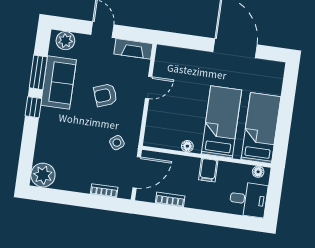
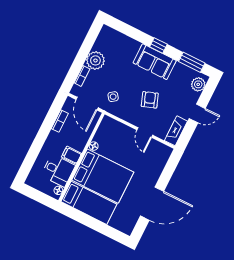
window: (38, 72) -> (192, 62), moved
sofa: (58, 82) -> (155, 62), moved
bed: (221, 122) -> (103, 176), width x1.50
plant: (43, 175) -> (95, 60), moved
desk: (248, 199) -> (58, 170), moved, turned -90

